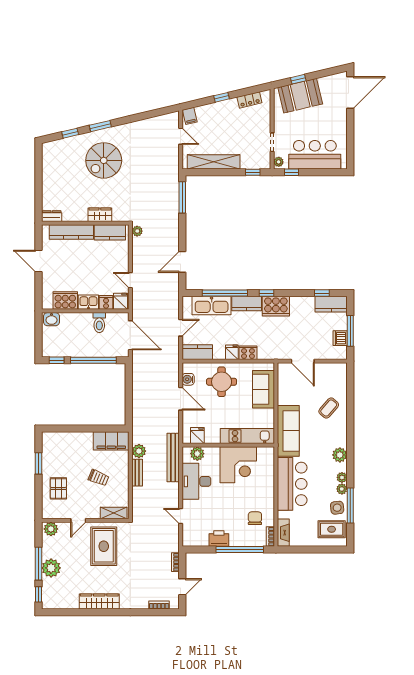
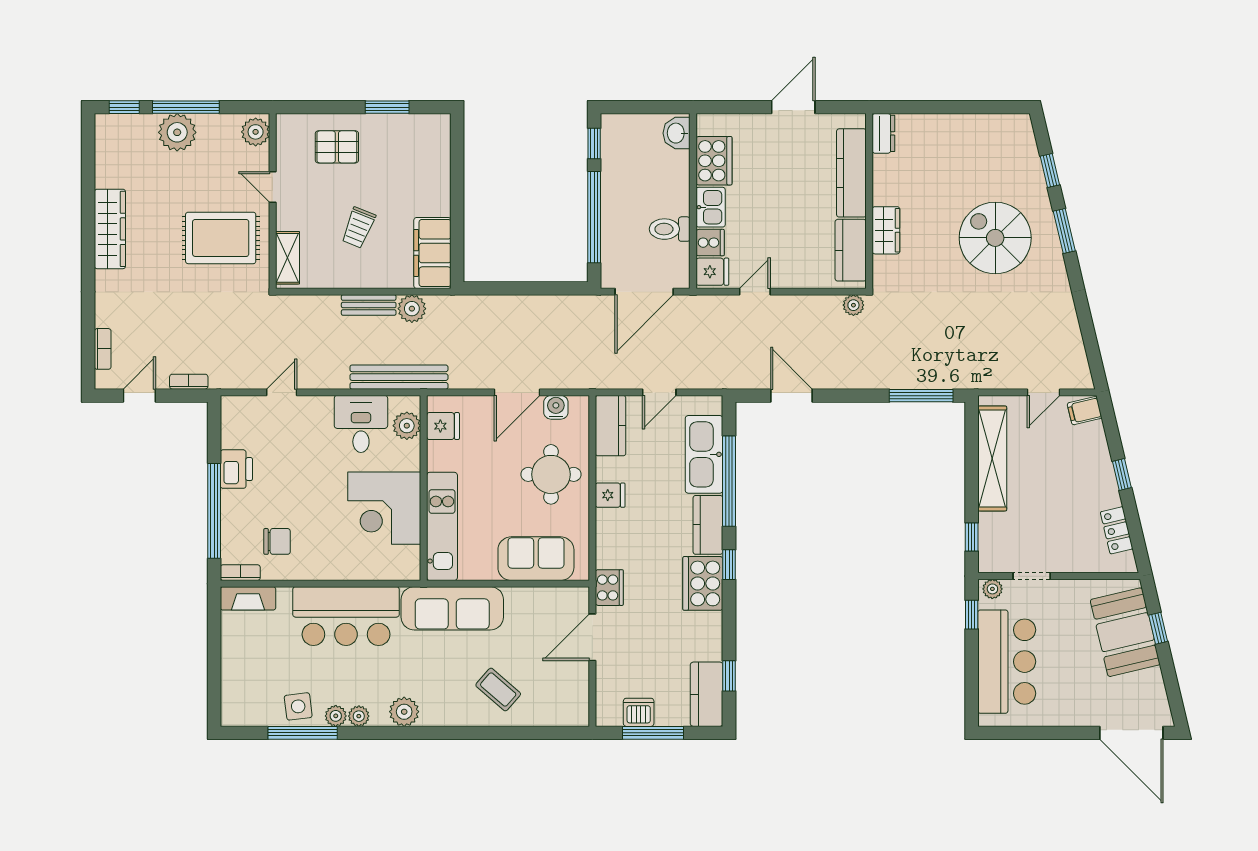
door: (181, 328) -> (659, 392), hinge flipped
cooker: (248, 353) -> (609, 588), moved
desk: (196, 481) -> (361, 424), width x0.73
rug: (332, 529) -> (255, 695), removed
door: (182, 587) -> (139, 396), swing flipped

